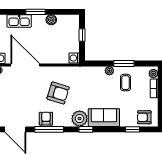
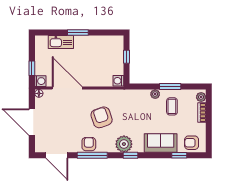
boiler: (51, 20) -> (94, 41), removed
armchair: (58, 93) -> (102, 117), turned -126
sofa: (104, 118) -> (161, 143), moved

